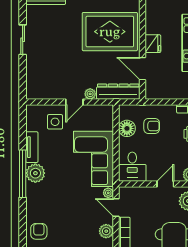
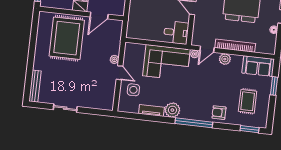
dresser: (118, 92) -> (115, 37), removed
armchair: (152, 126) -> (145, 13), removed
floor lamp: (127, 128) -> (145, 33), removed
window: (23, 174) -> (194, 123), moved

